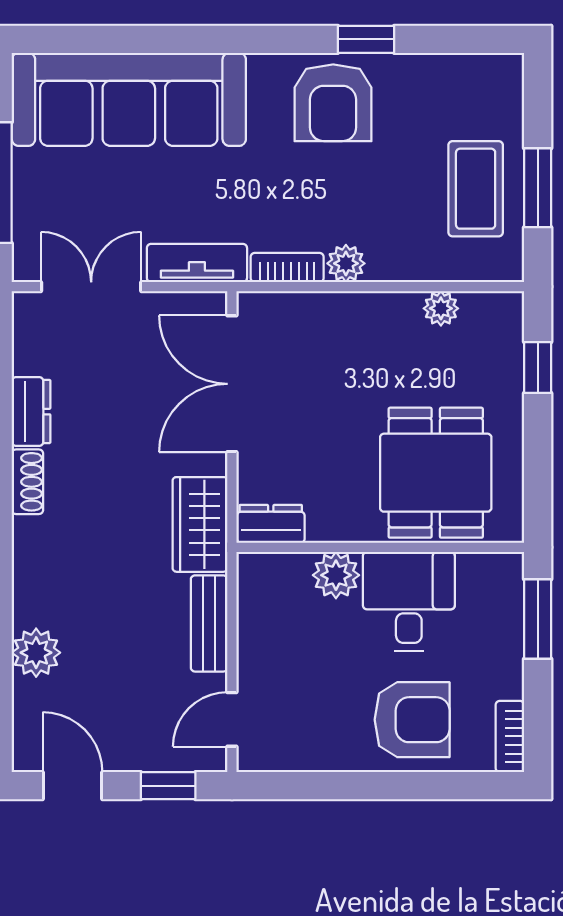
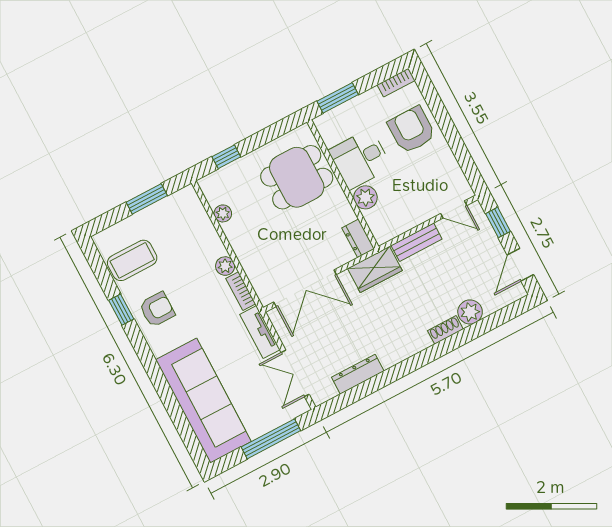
armchair: (333, 103) -> (157, 309), width x0.72, depth x0.72
coffee table: (476, 189) -> (132, 260), moved
dresser: (31, 412) -> (358, 374), width x1.44
shoe rack: (27, 482) -> (445, 330), moved

